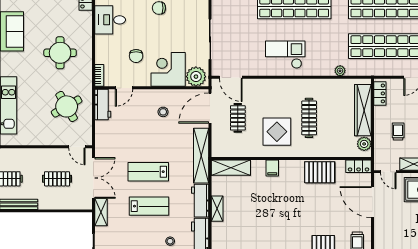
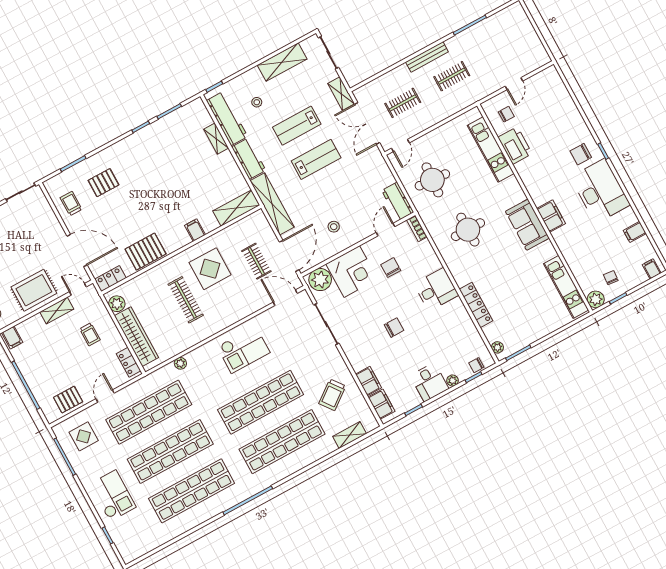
round table: (67, 106) -> (432, 180), turned 34
door: (77, 147) -> (400, 146), swing flipped
shelving: (217, 209) -> (216, 139), moved

